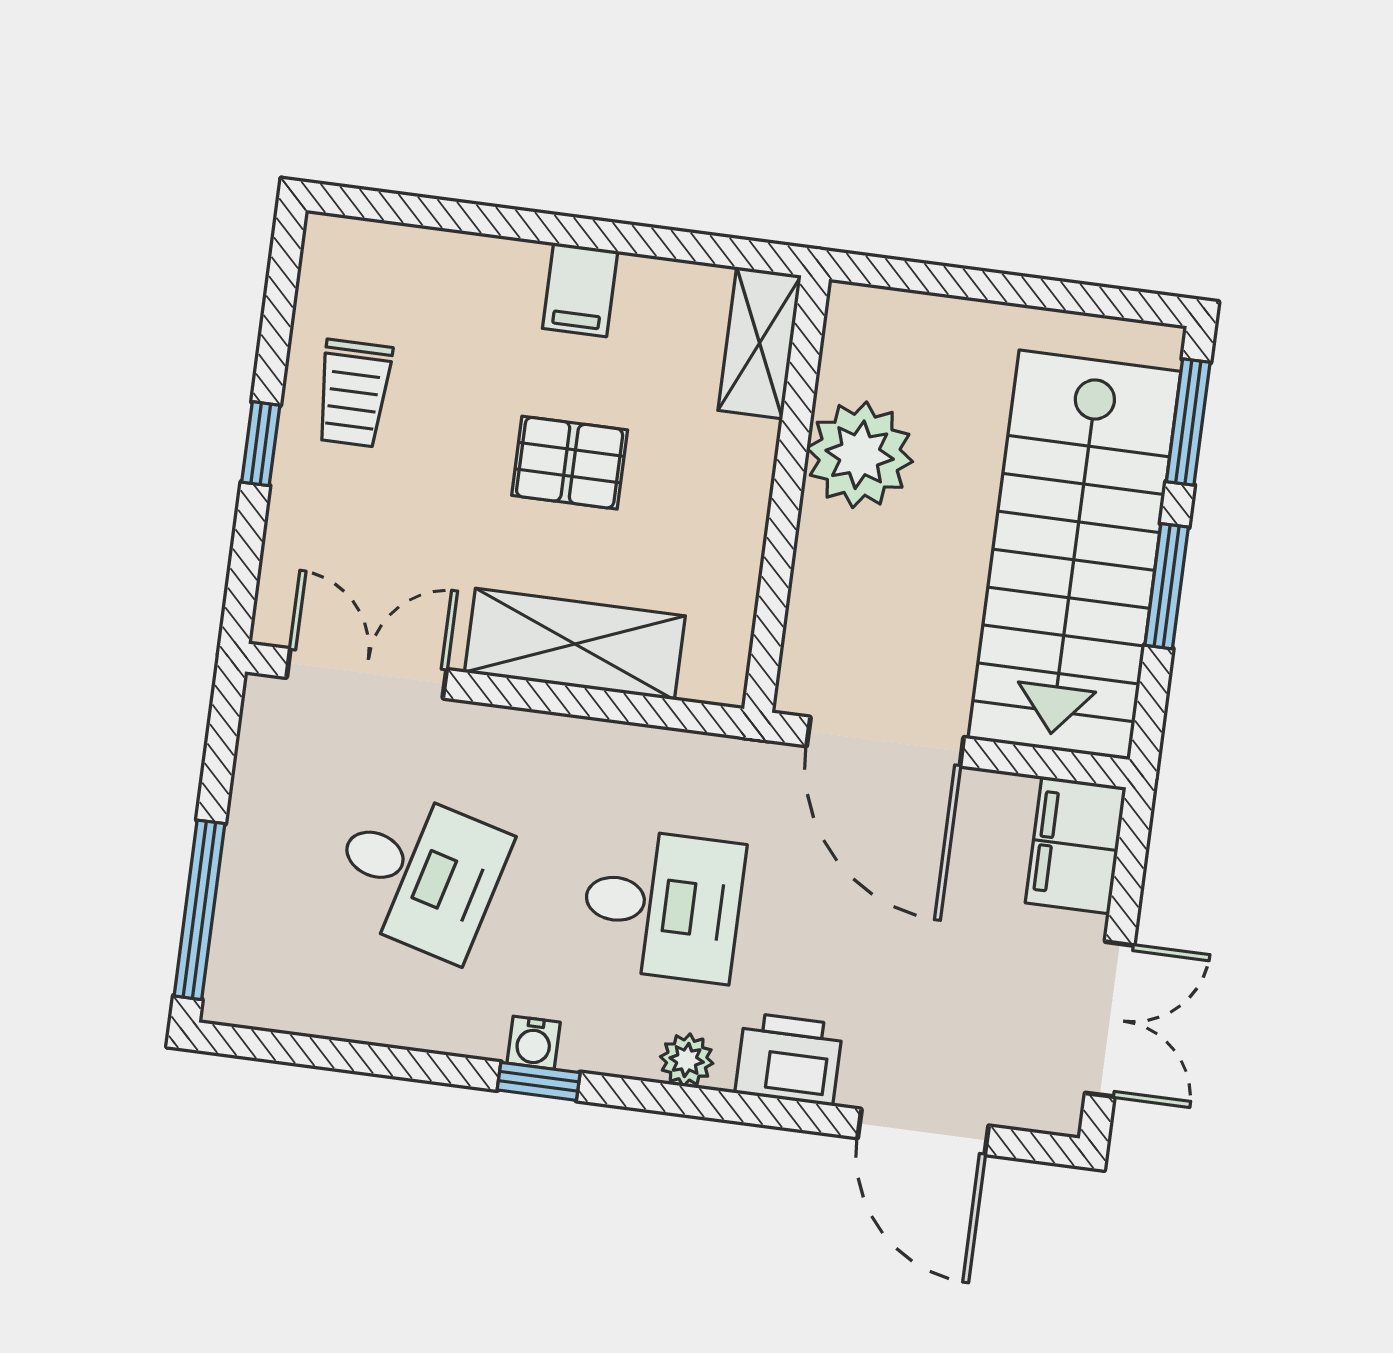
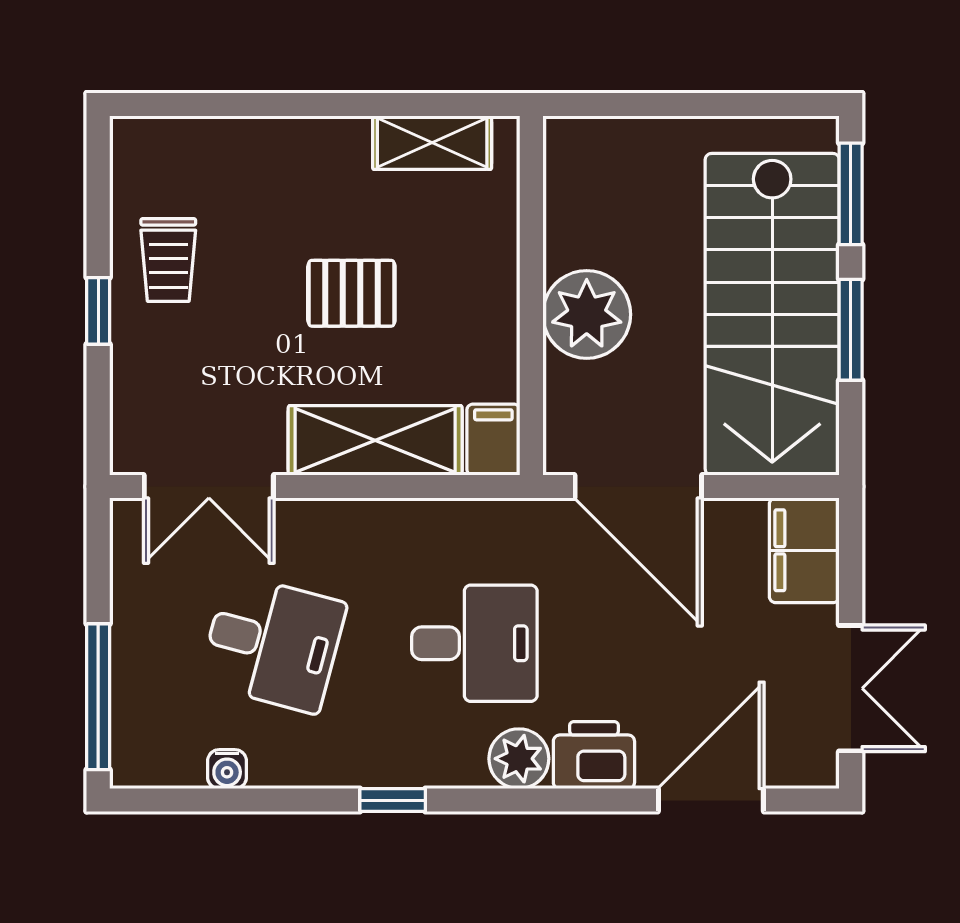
filing cabinet: (580, 290) -> (493, 440), moved, turned 180
shelving: (760, 343) -> (432, 143), moved, turned 90
plant: (860, 455) -> (587, 314), moved
double door: (367, 673) -> (209, 487), swing flipped
water cooler: (534, 1043) -> (227, 769), moved
plant: (687, 1060) -> (519, 759), width x1.38, depth x1.38
door: (923, 1132) -> (711, 800), swing flipped

